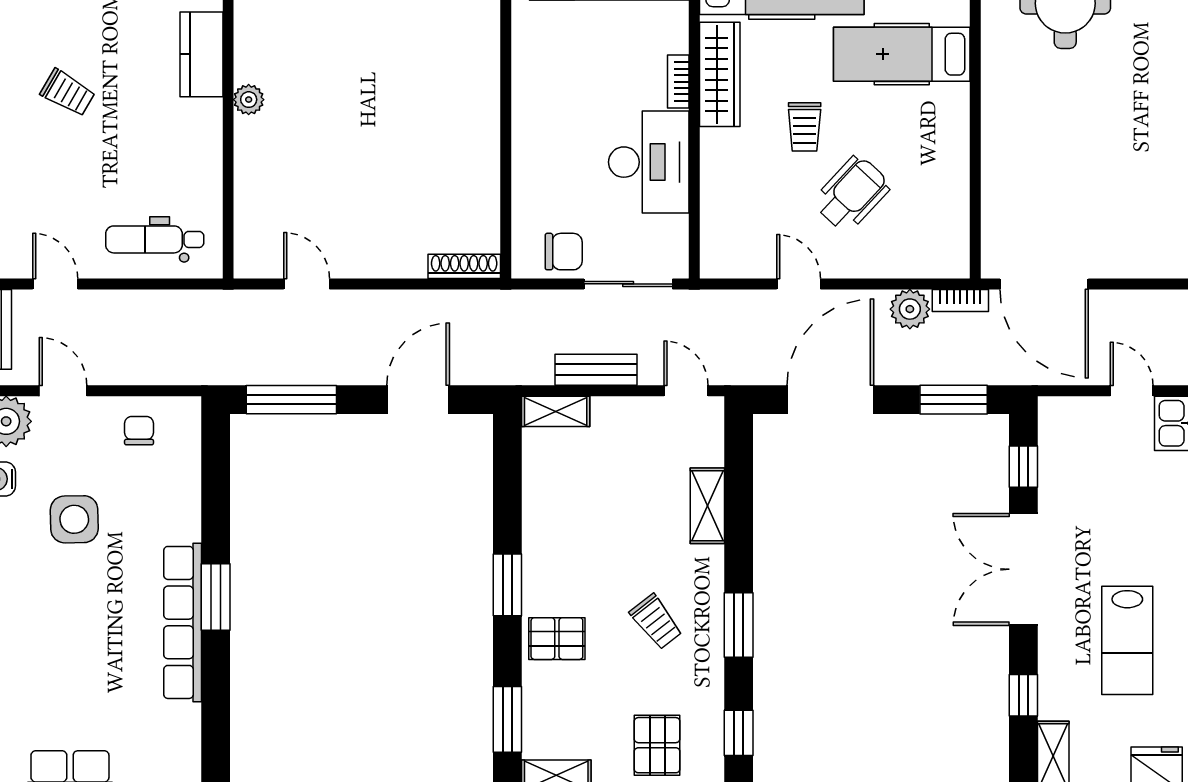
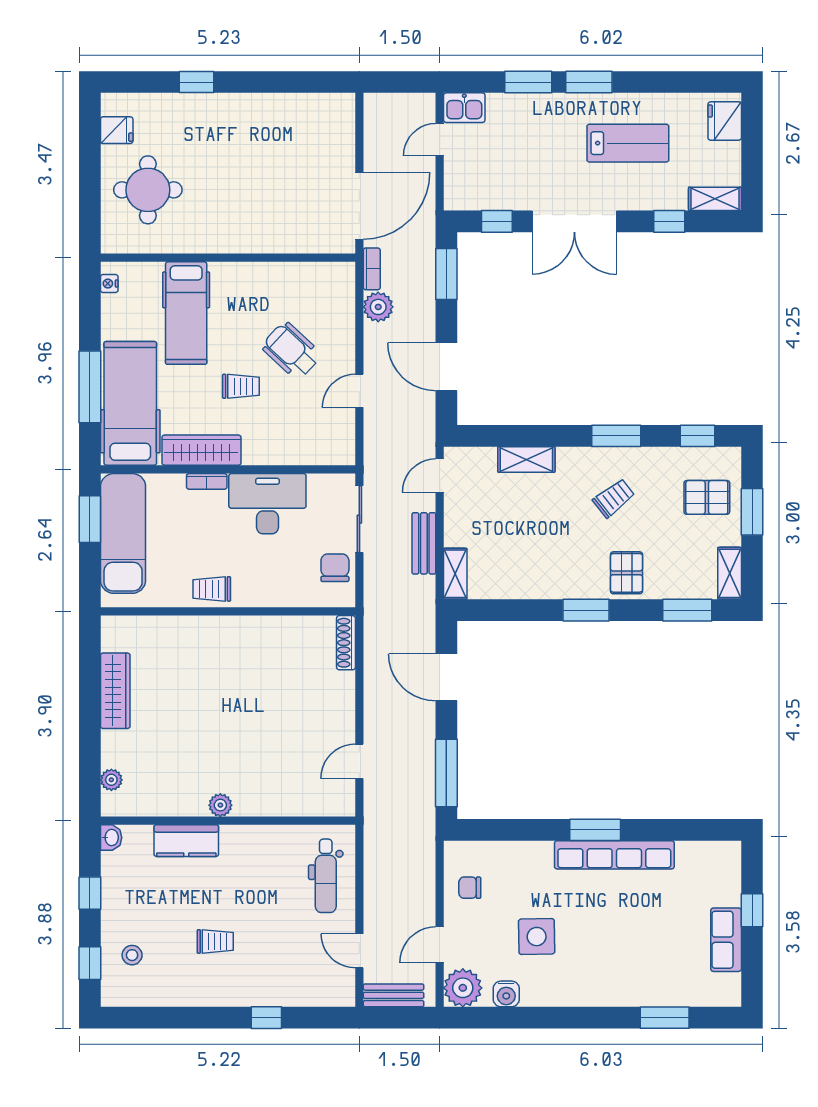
trolley: (536, 88) -> (212, 589), added
trolley: (68, 93) -> (215, 941), turned 60
door: (55, 284) -> (359, 951), hinge flipped
door: (830, 400) -> (446, 367), width x0.73

